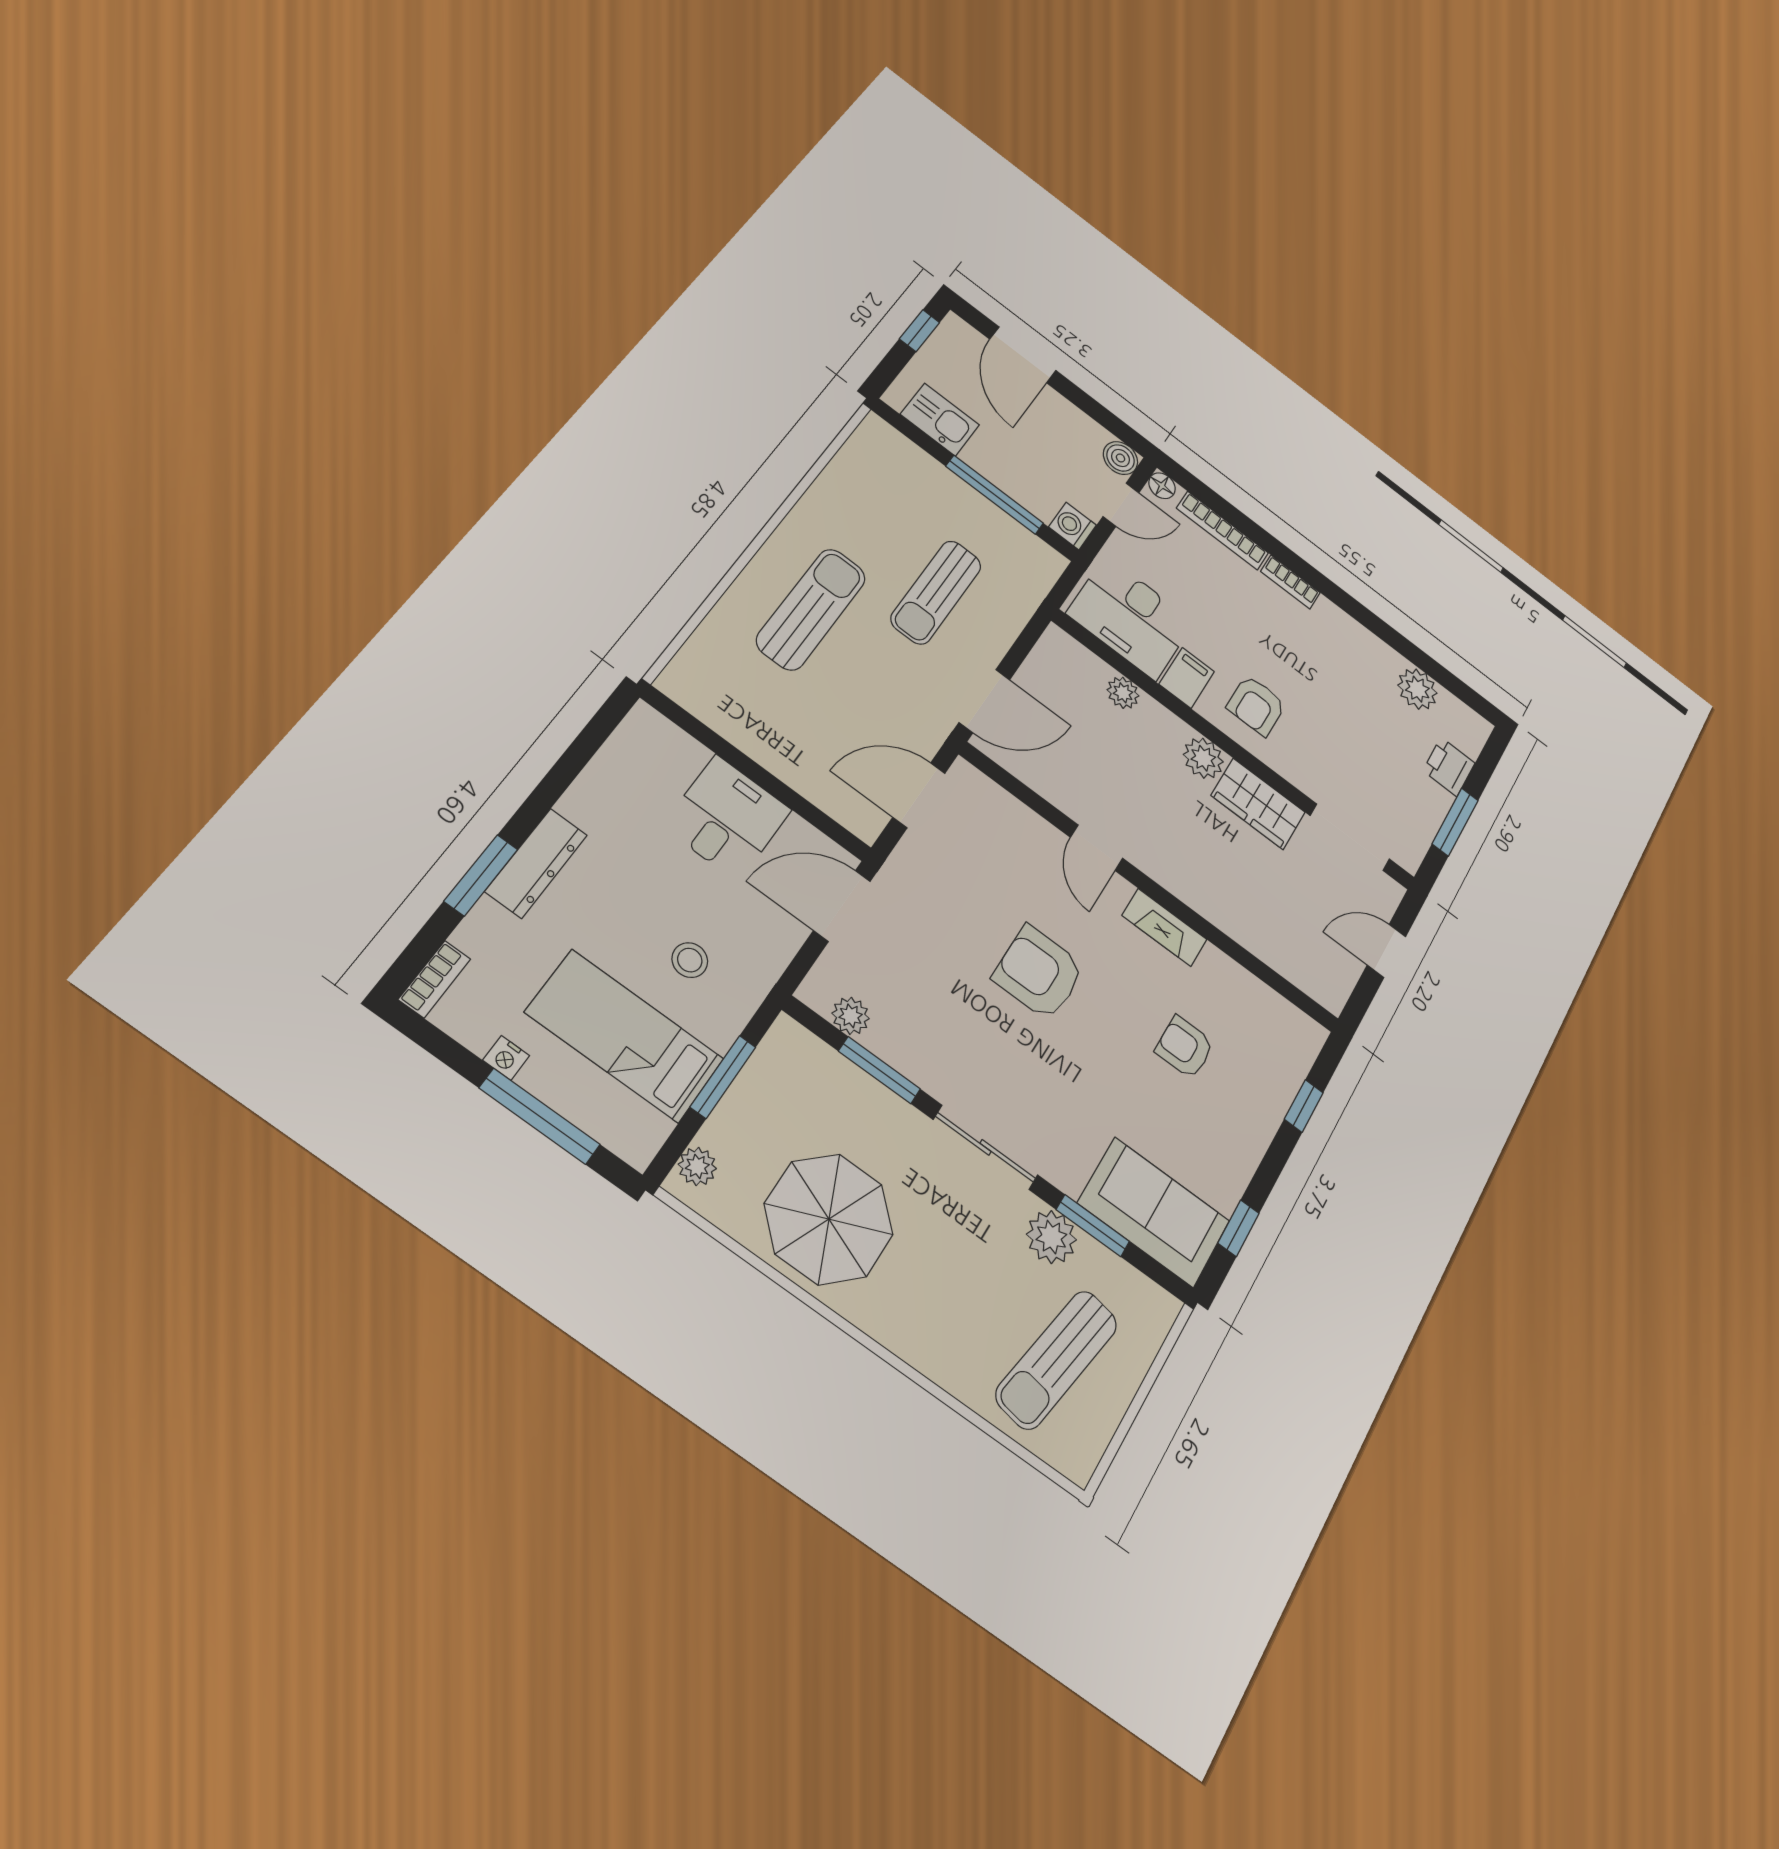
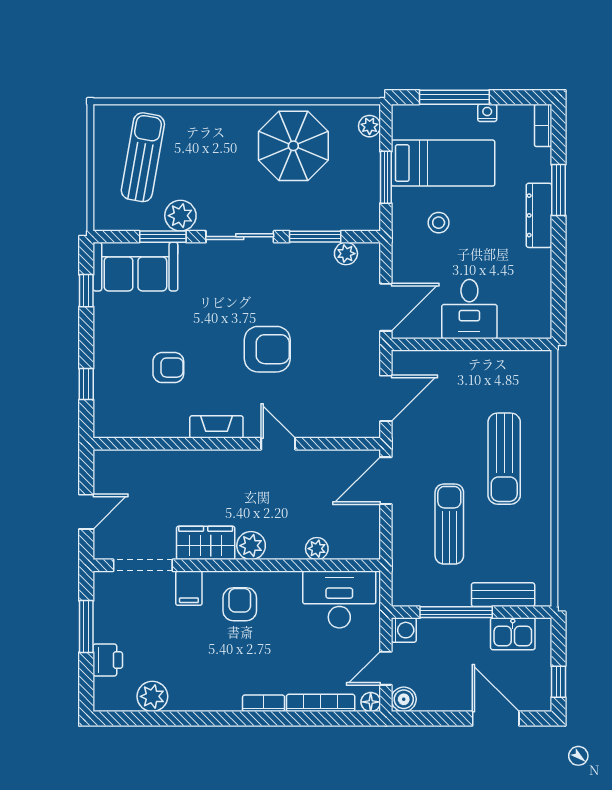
bench: (922, 467) -> (503, 595), added
filing cabinet: (1187, 678) -> (189, 588), moved

